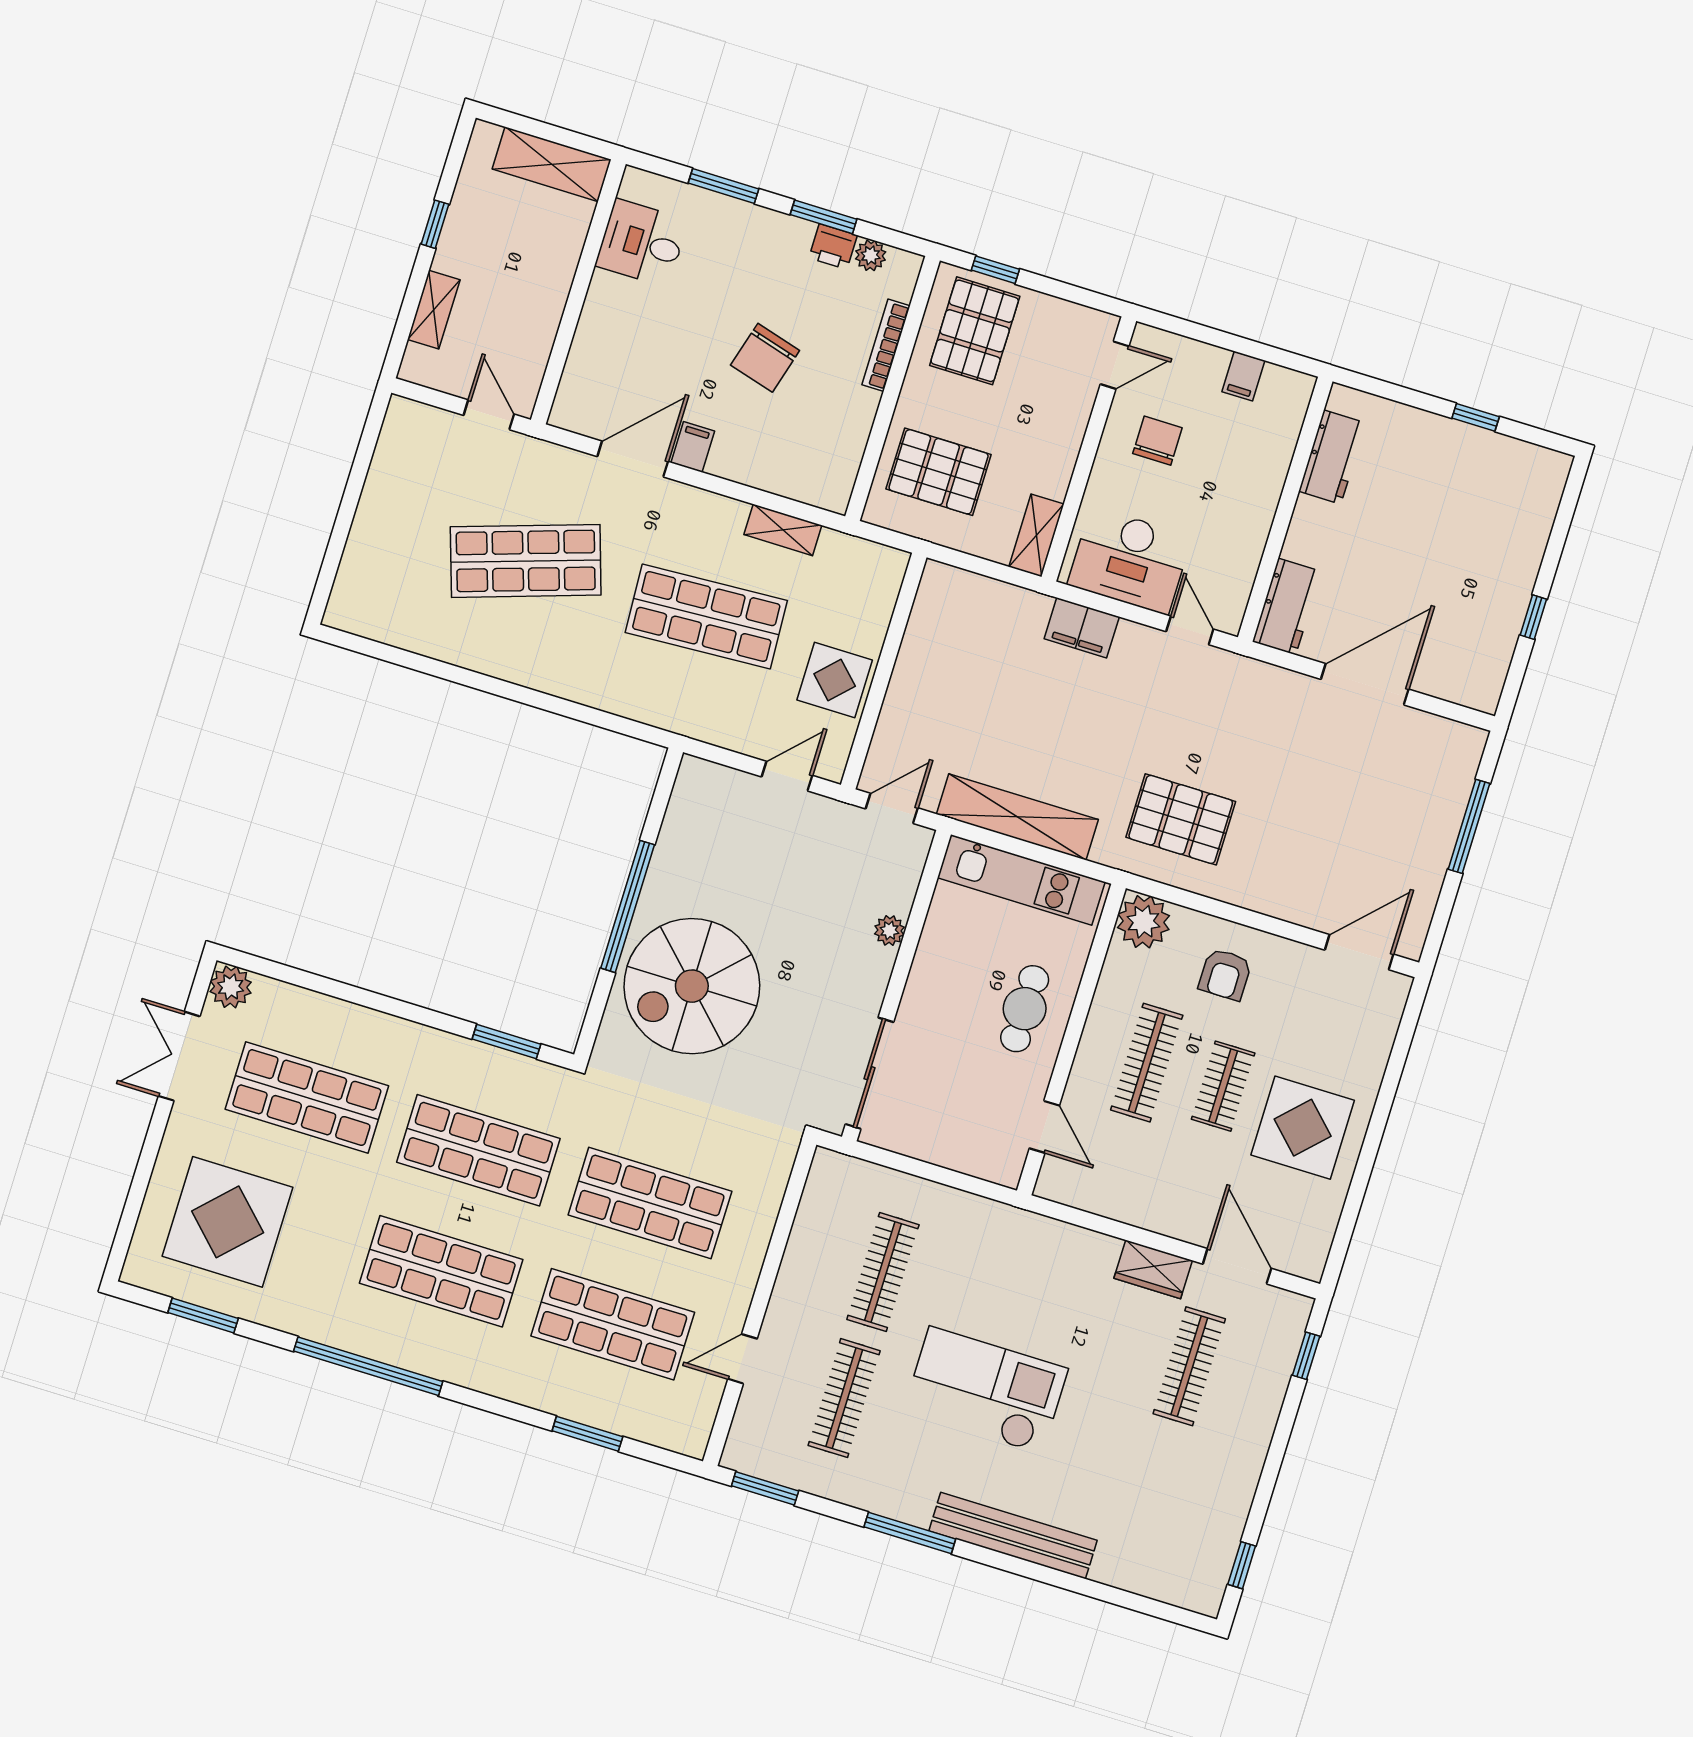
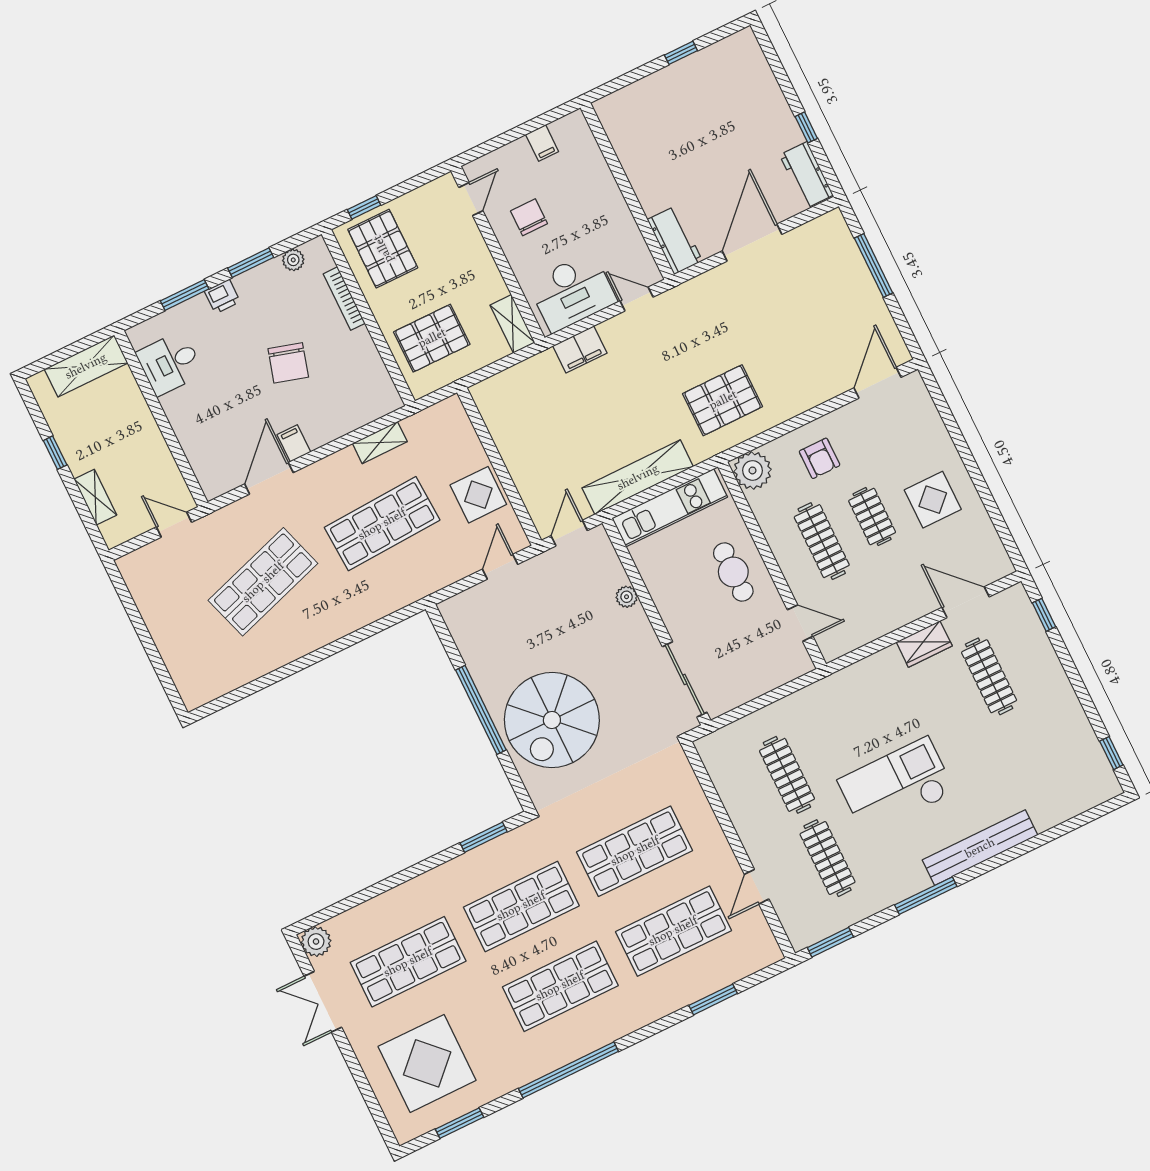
printer: (833, 247) -> (222, 296), moved
workbench: (1332, 457) -> (806, 175), moved, turned 180
display table: (1303, 1128) -> (933, 500), width x0.73, depth x0.73

